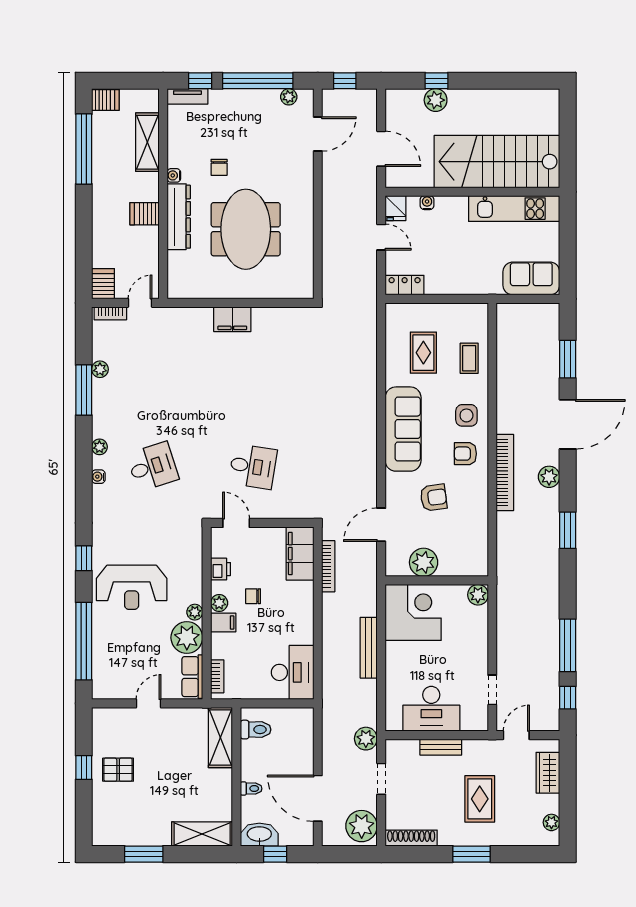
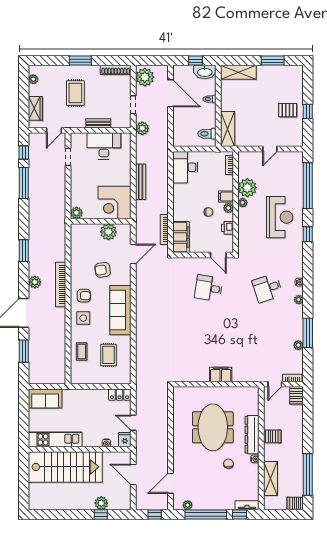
reception desk: (132, 587) -> (280, 217), turned 90
row of seats: (192, 677) -> (244, 165), removed

